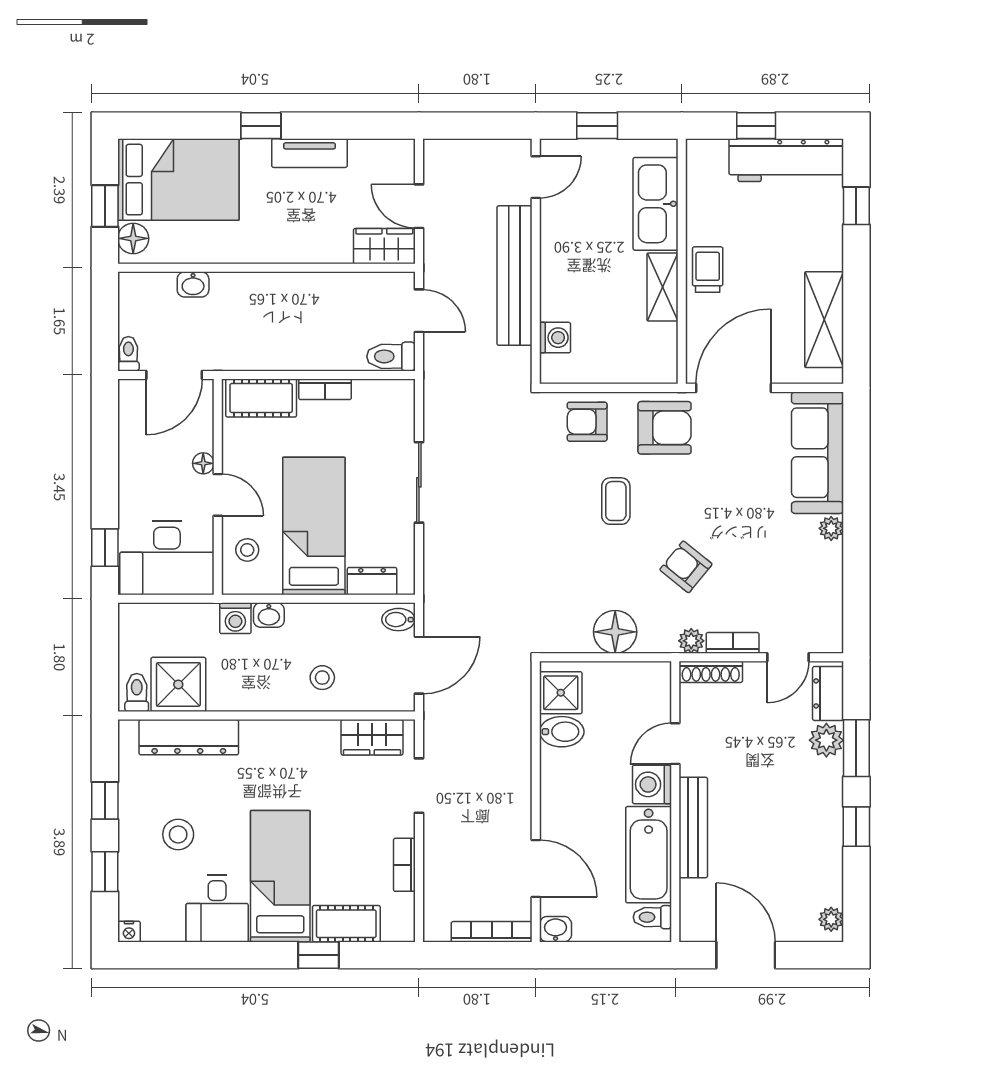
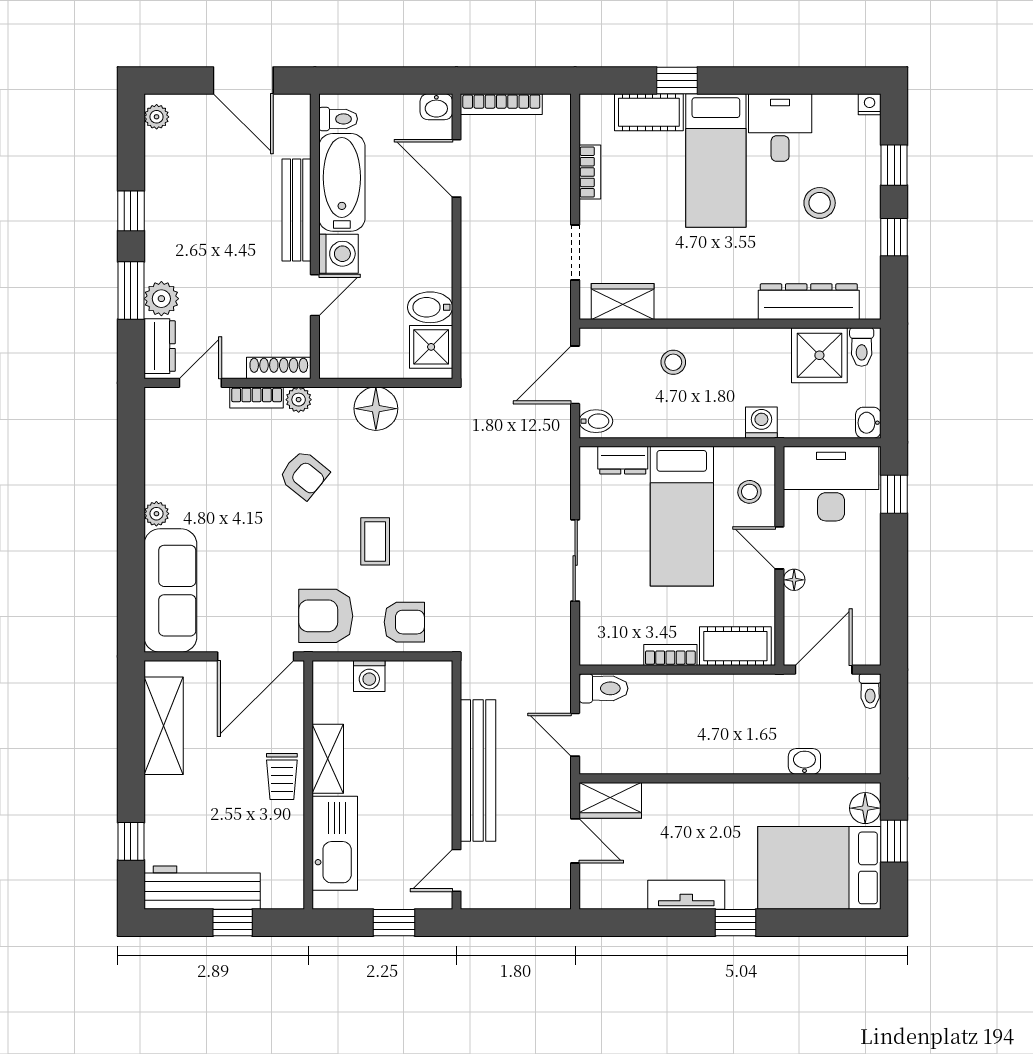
washing machine: (555, 338) -> (369, 676), moved, turned -90
washbasin: (269, 615) -> (868, 423), moved, turned -90

